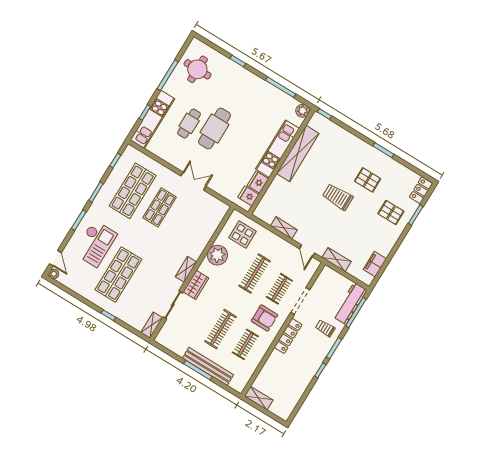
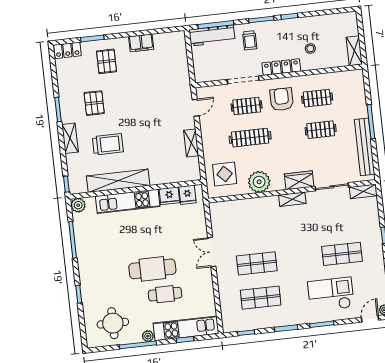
plant: (168, 87) -> (148, 336), added
shop shelf: (133, 191) -> (261, 298), width x0.70, depth x0.74
trolley: (338, 197) -> (108, 144), moved, turned -90
shelving: (337, 260) -> (70, 138), moved
filing cabinet: (375, 264) -> (141, 43), moved
shop shelf: (118, 275) -> (342, 254), width x0.70, depth x0.74
clothes rail: (221, 329) -> (321, 130), width x0.73
bench: (208, 366) -> (365, 147), moved
stool: (285, 367) -> (310, 48), added

